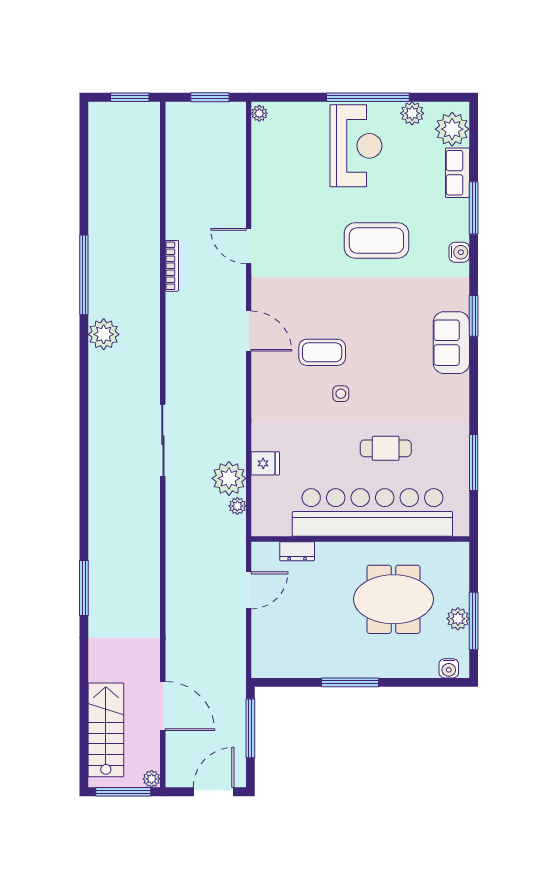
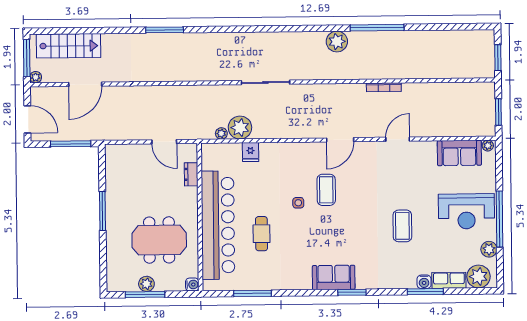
sofa: (270, 155) -> (459, 153), added
coffee table: (376, 240) -> (402, 226), width x0.73, depth x0.76
water cooler: (459, 252) -> (424, 282), moved
meeting table: (393, 599) -> (159, 240), turned 90
water cooler: (449, 668) -> (192, 285), moved, turned 180

